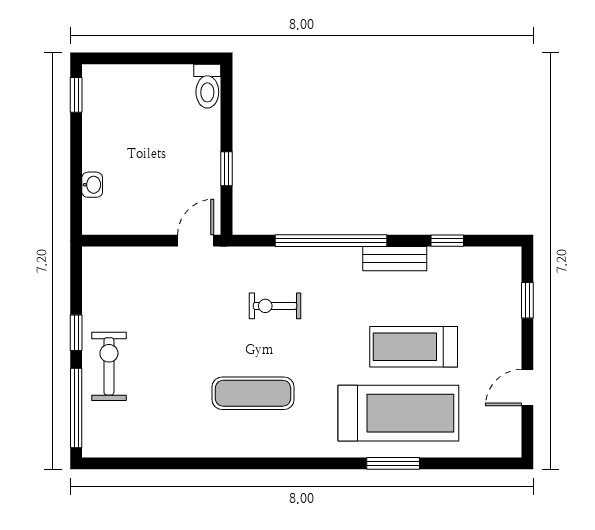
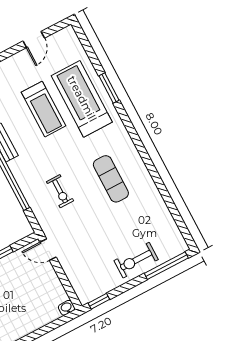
washbasin: (92, 185) -> (67, 308), moved
window: (76, 333) -> (99, 301), moved
door: (527, 388) -> (34, 40), hinge flipped

